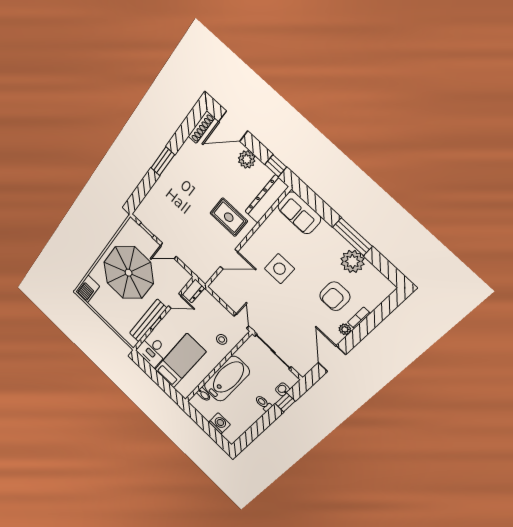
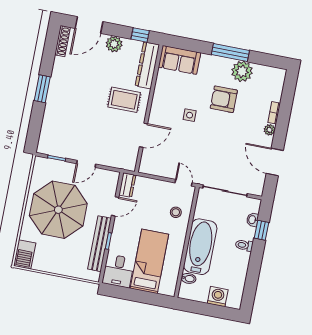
side table: (279, 269) -> (190, 115), width x0.54, depth x0.54
armchair: (335, 296) -> (224, 99), moved, turned 90

